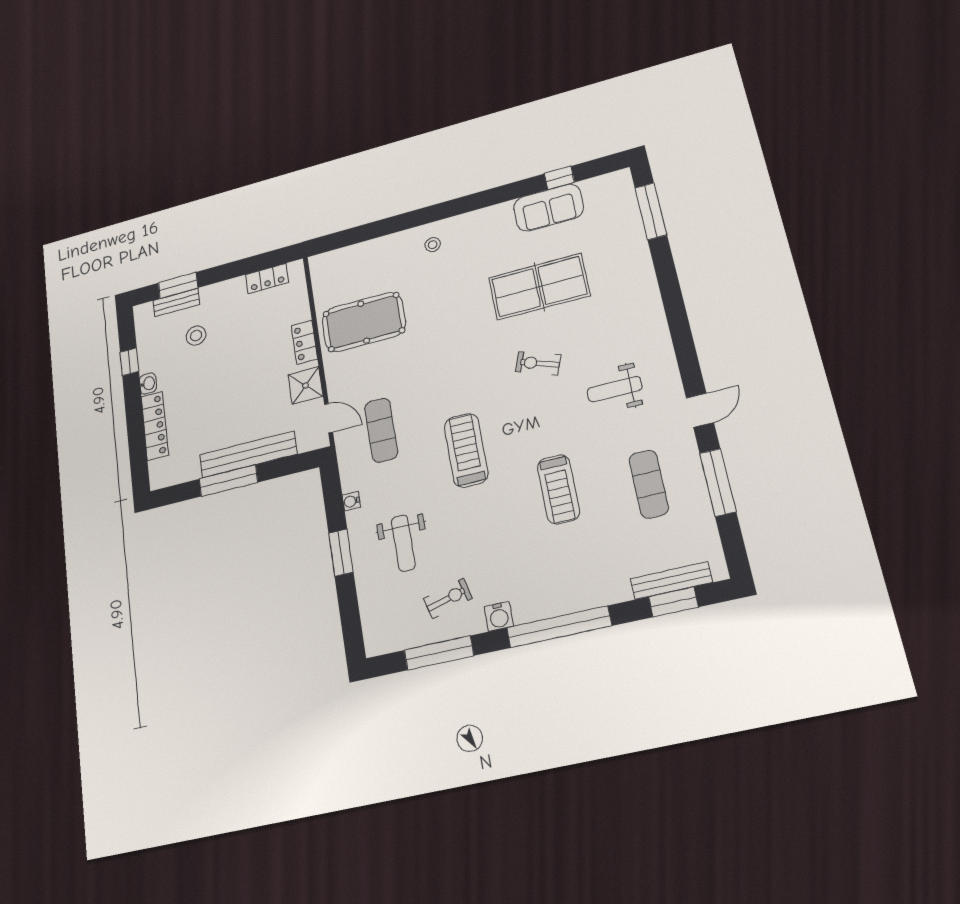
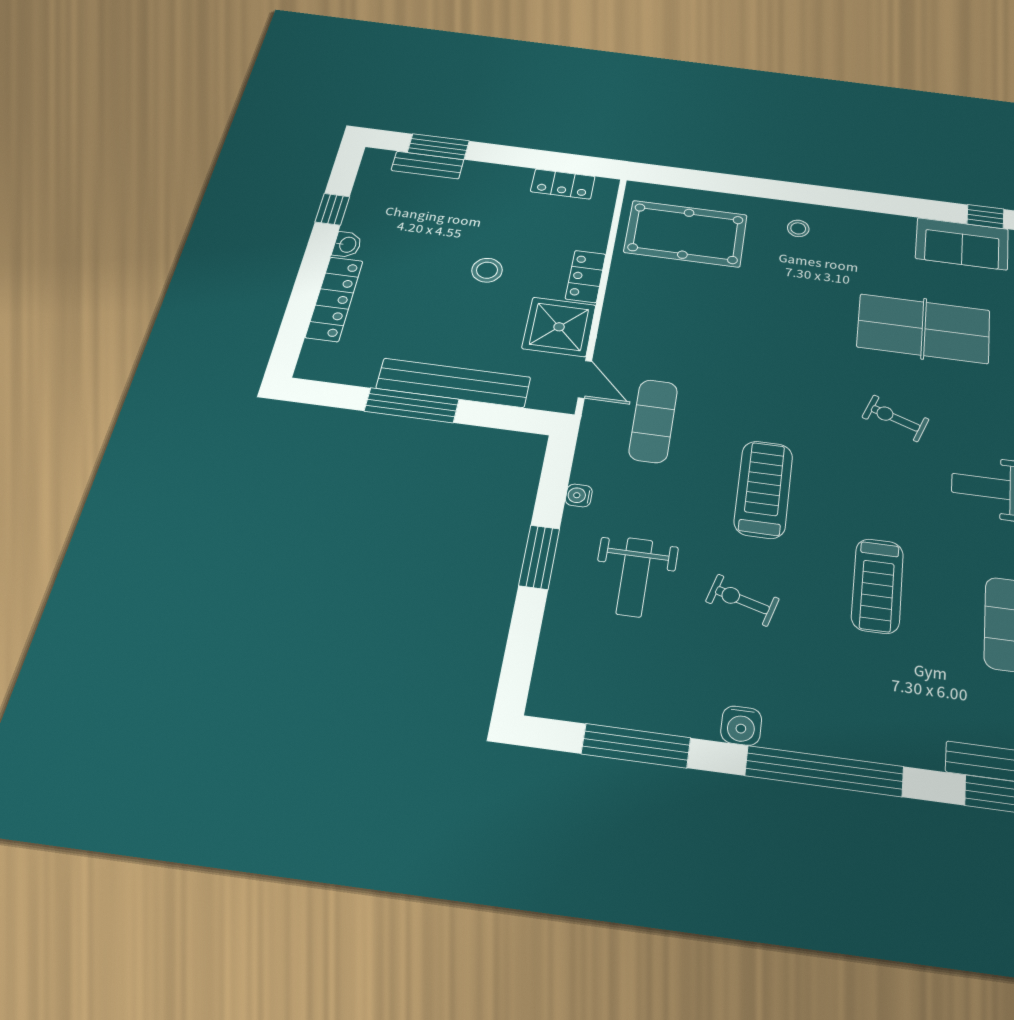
pool table: (364, 322) -> (686, 234), moved
stool: (196, 336) -> (487, 270), moved
shower: (305, 385) -> (559, 327), width x1.36, depth x1.36
exercise bike: (448, 599) -> (742, 600), moved, turned -149

